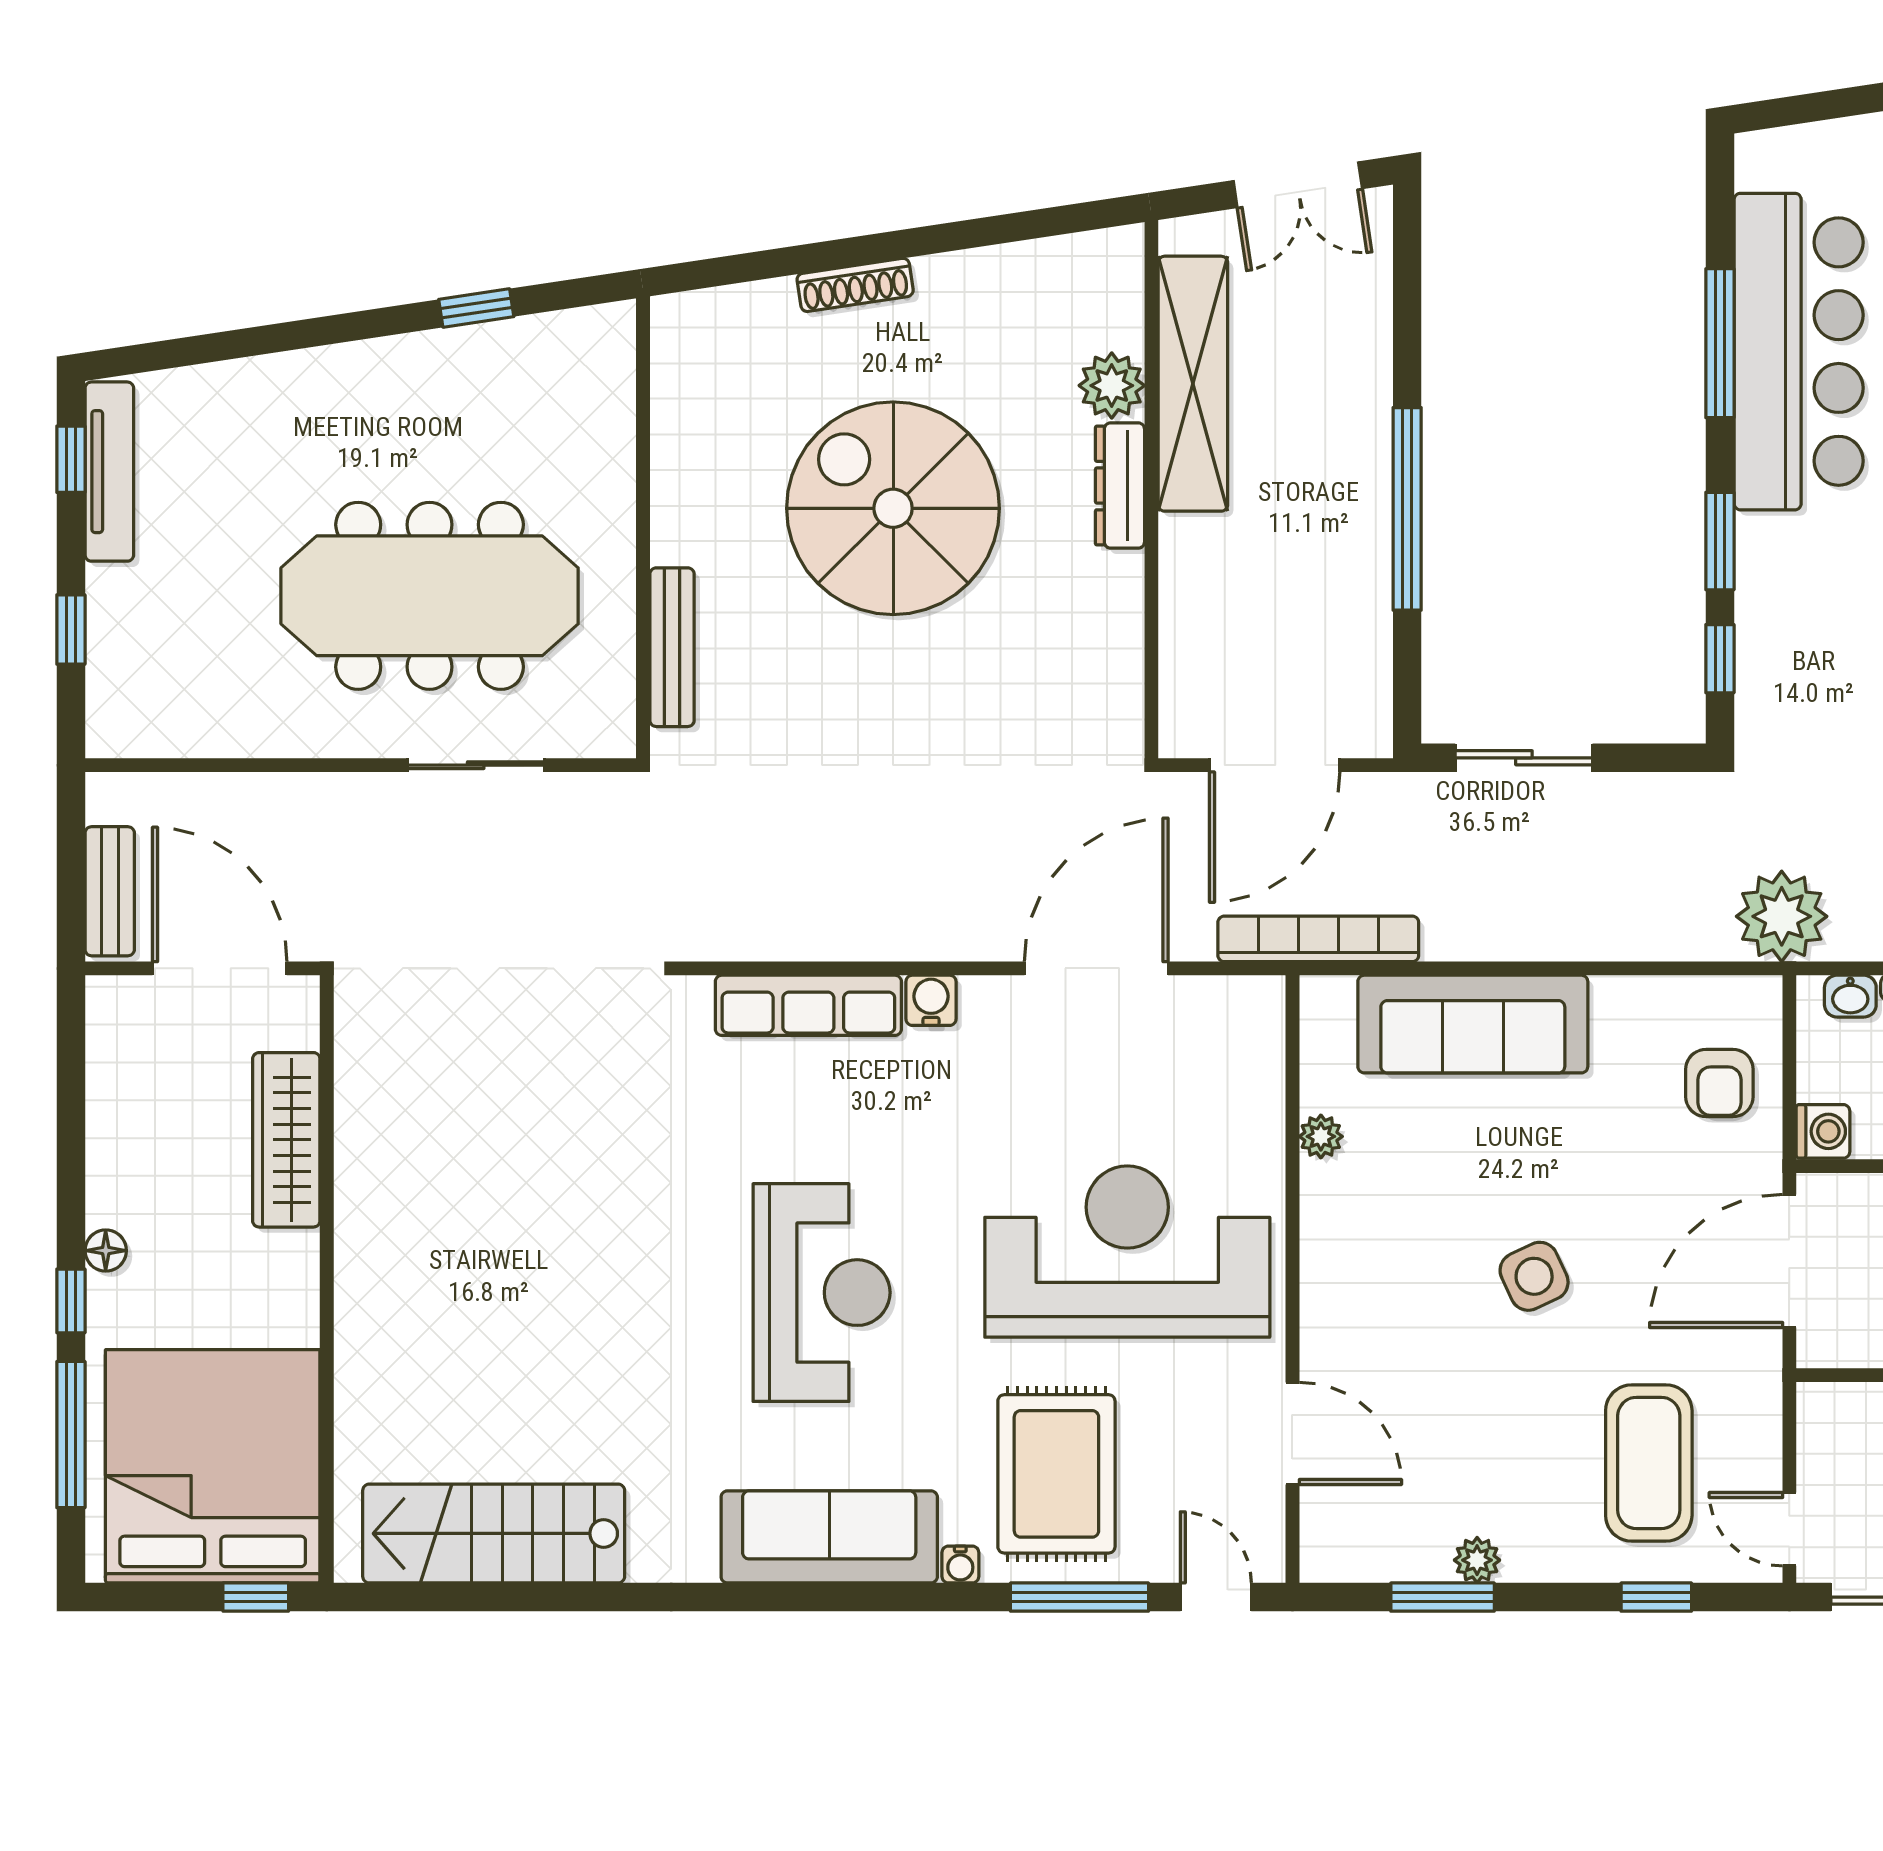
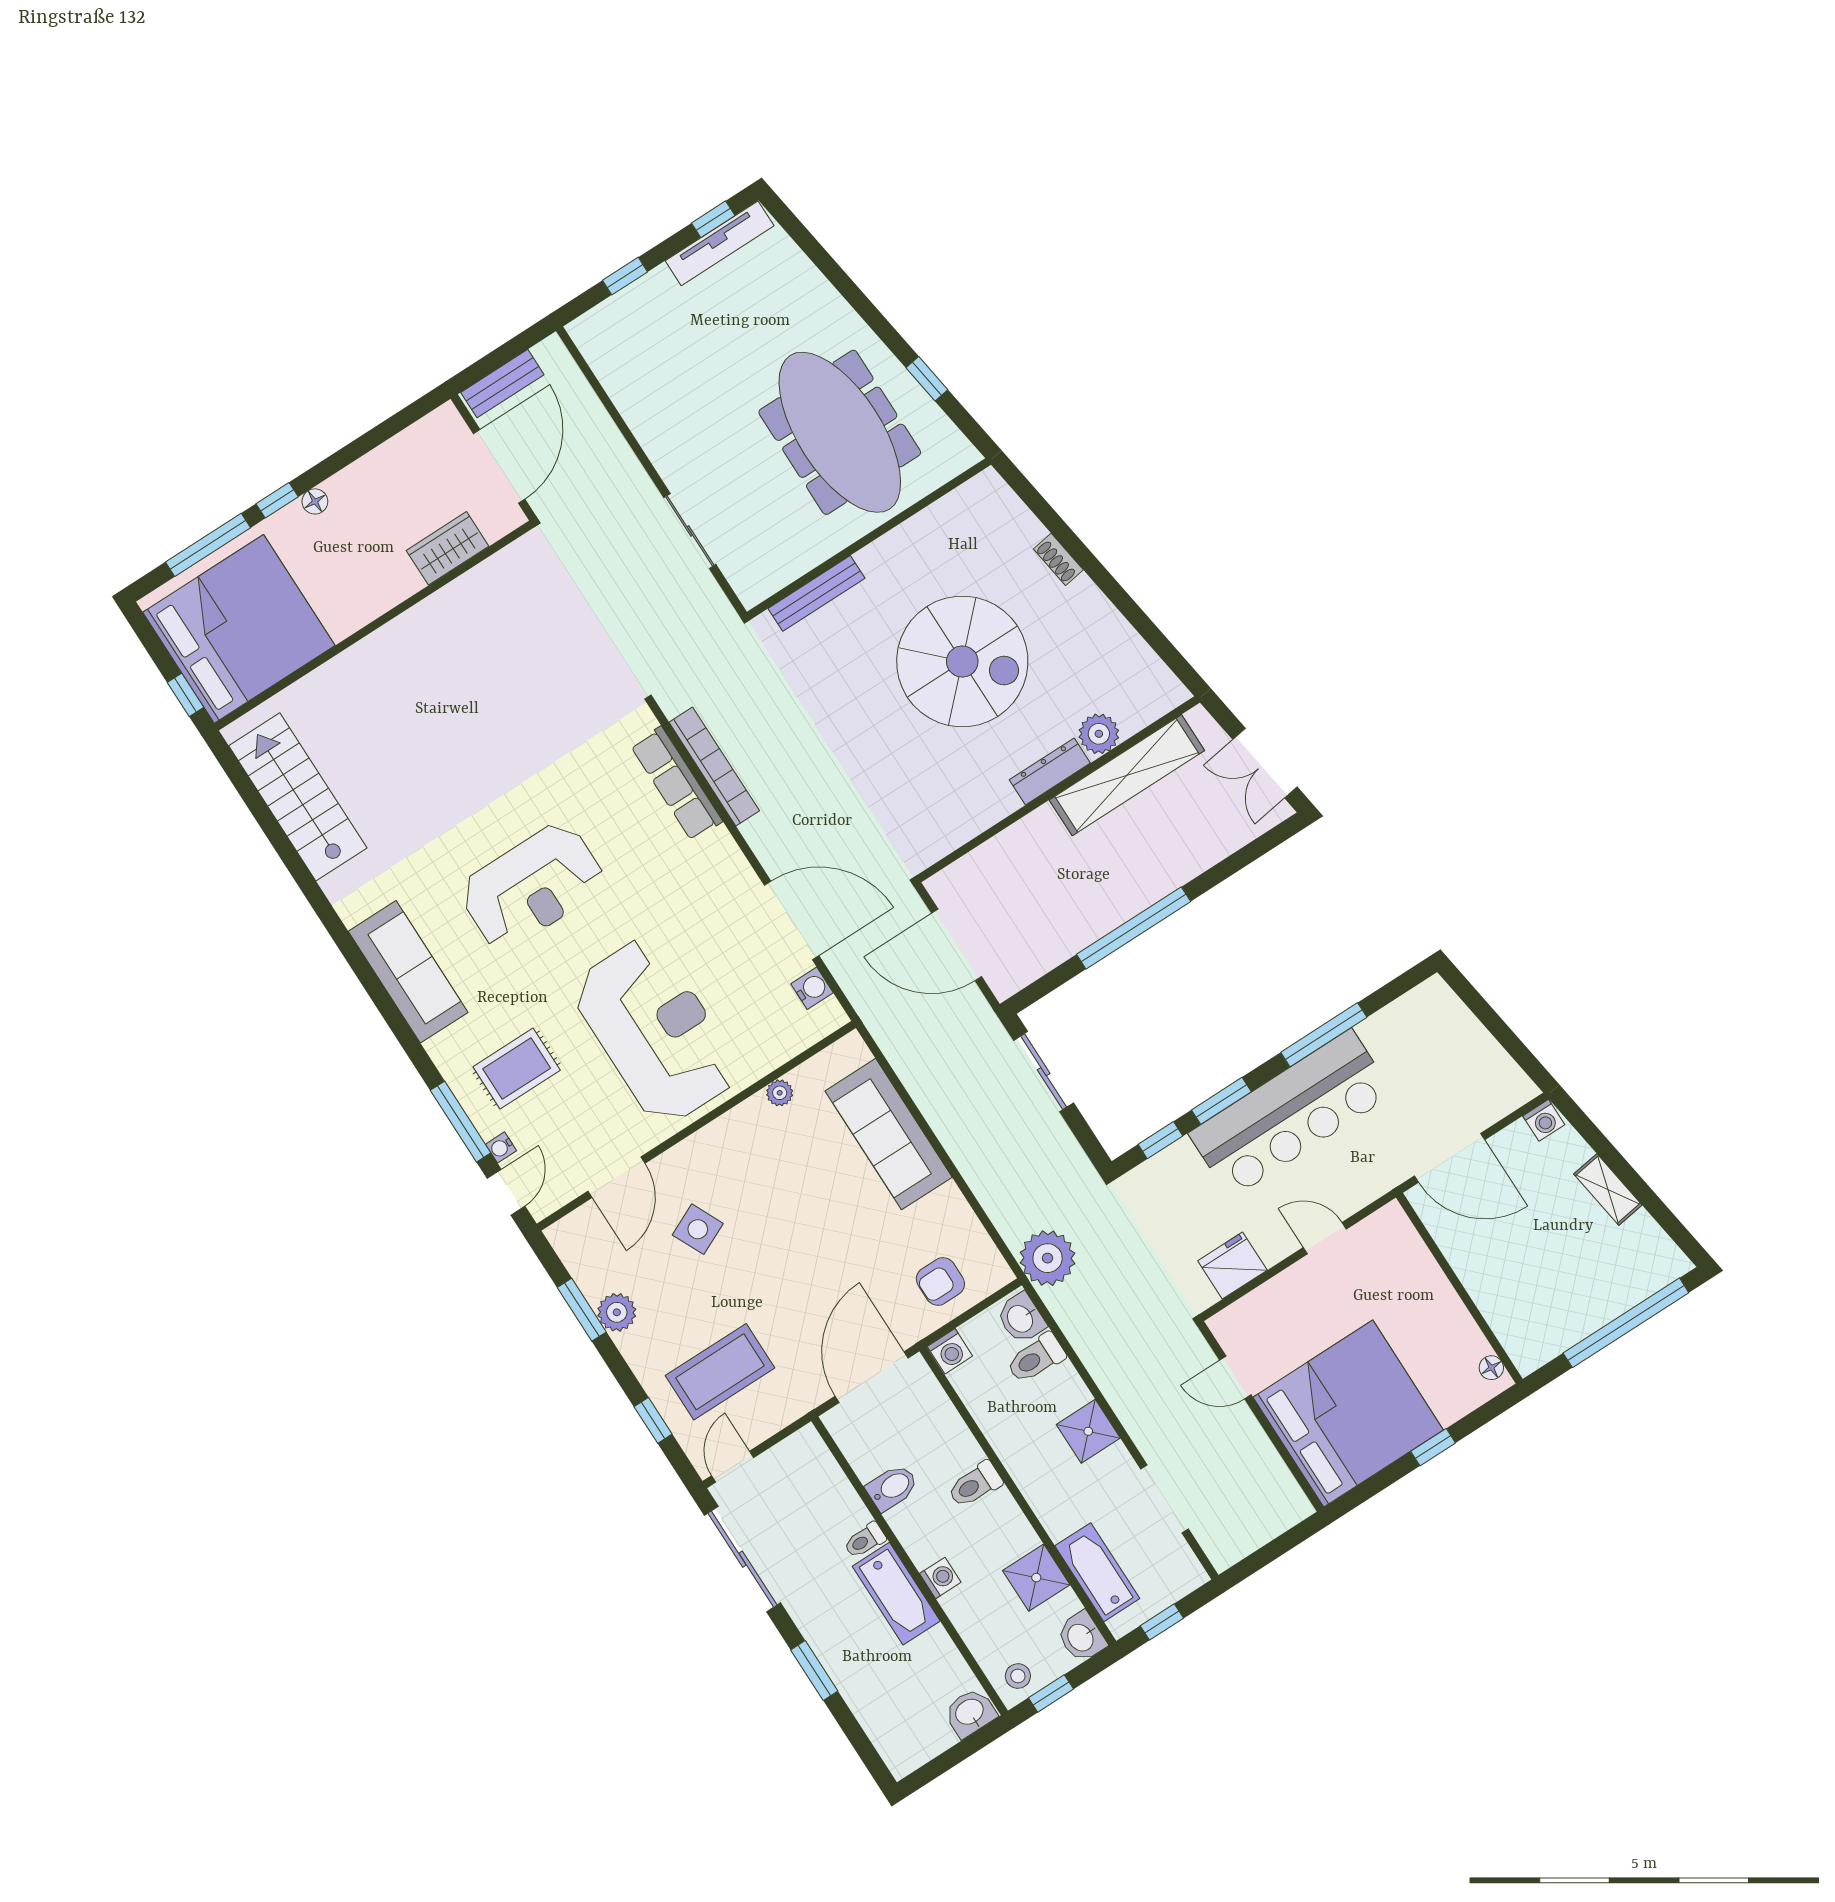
shoe rack: (855, 285) -> (1058, 559), width x0.70
bar counter: (1799, 352) -> (1291, 1114), moved
spiral stairs: (893, 508) -> (962, 661), turned 90
meeting table: (430, 596) -> (840, 432), moved
bookcase: (1318, 939) -> (714, 766), moved
washbasin: (1850, 996) -> (1021, 1318), width x1.38, depth x1.45
water cooler: (931, 1000) -> (812, 988), moved
wardrobe: (286, 1140) -> (448, 548), width x0.67
door: (1789, 1261) -> (872, 1377), hinge flipped
side table: (1534, 1276) -> (698, 1229), moved
rug: (1056, 1474) -> (517, 1068), width x0.73, depth x0.70
plant: (1477, 1560) -> (617, 1312), width x1.38, depth x1.38
water cooler: (960, 1564) -> (501, 1147), moved

